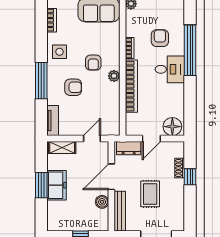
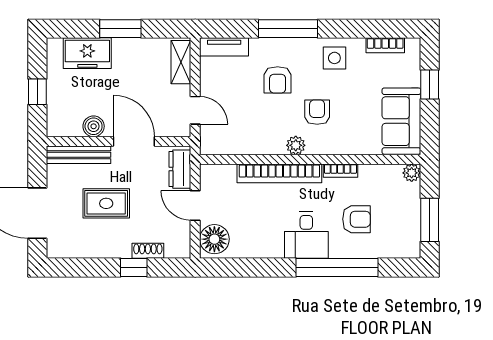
armchair: (93, 63) -> (317, 112), turned 90
freezer: (56, 185) -> (87, 53), moved

